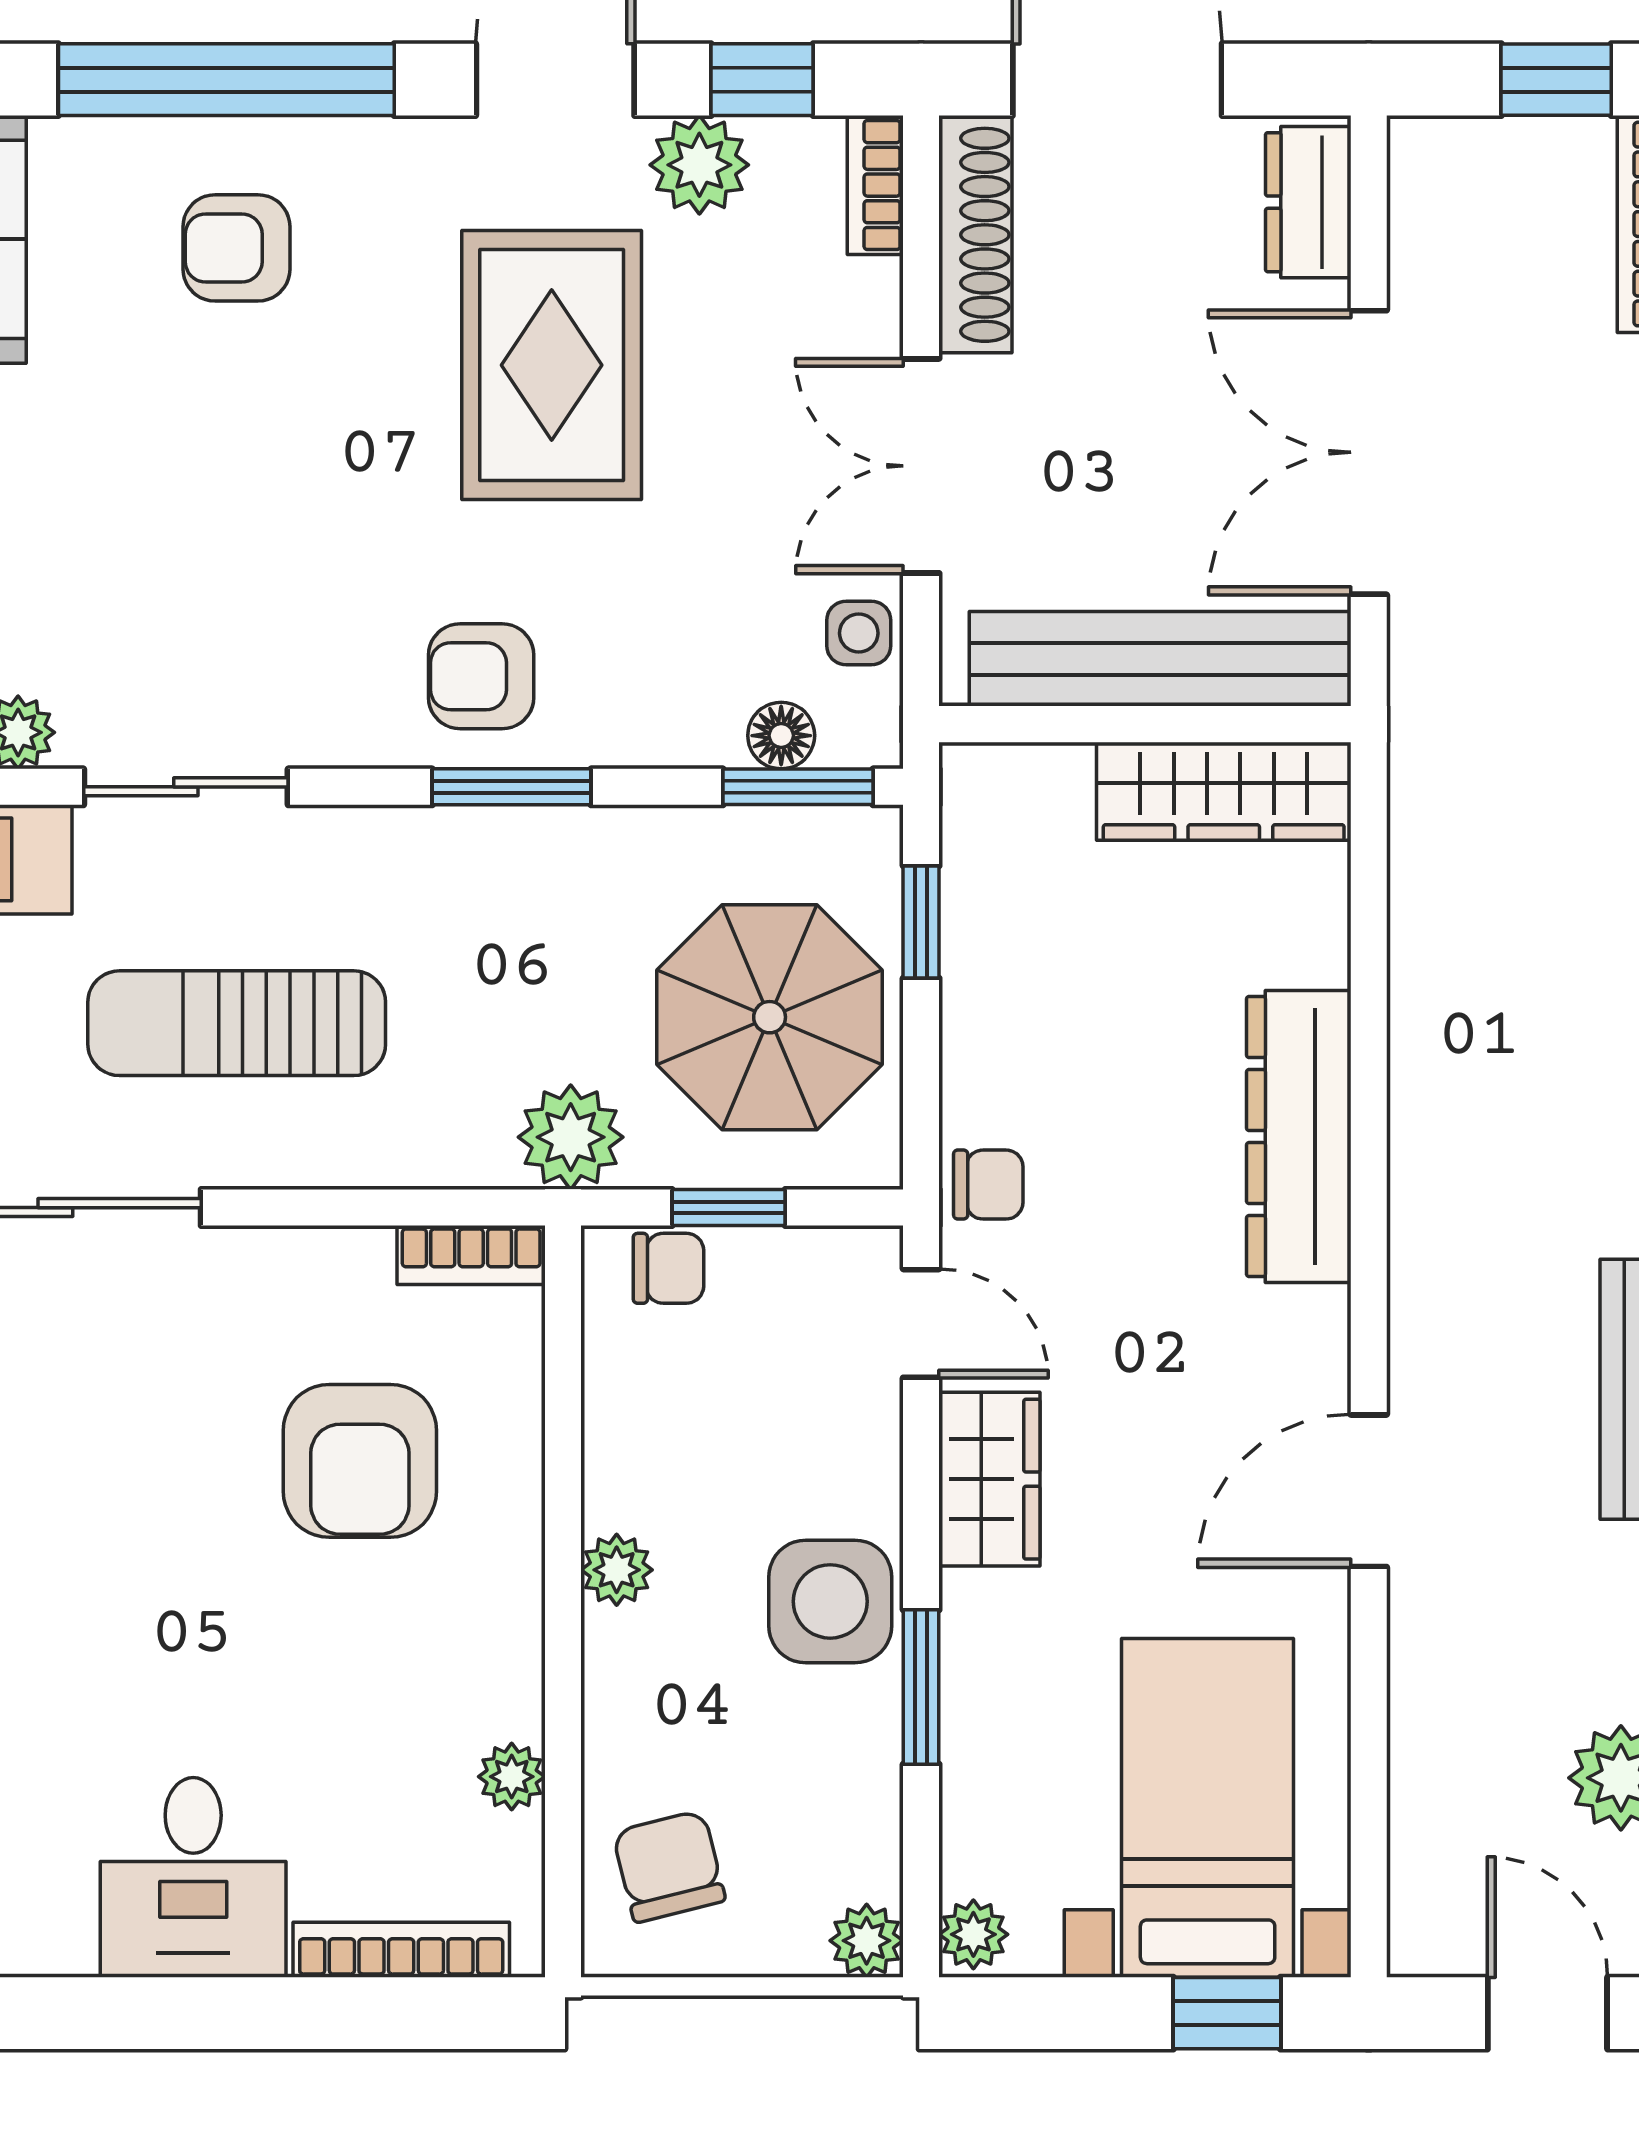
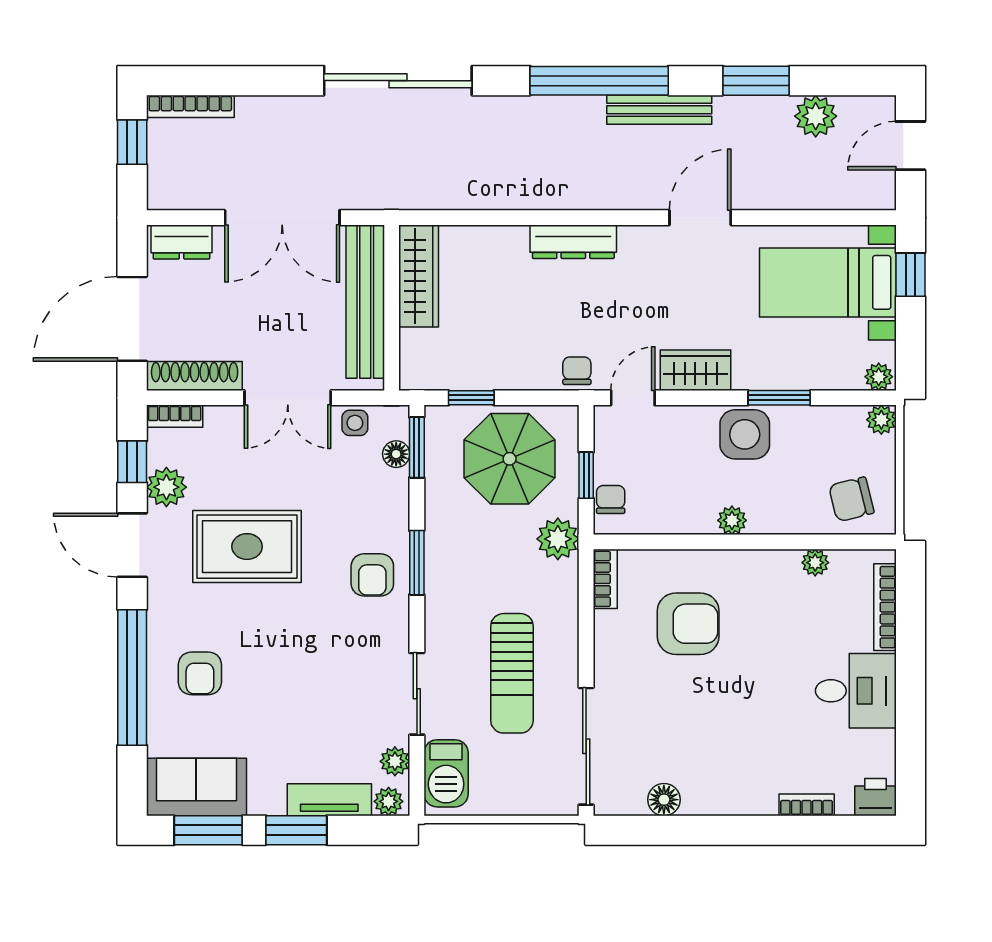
dresser: (1299, 1137) -> (573, 242), width x0.73, depth x0.80
door: (1369, 1491) -> (700, 218), swing flipped

